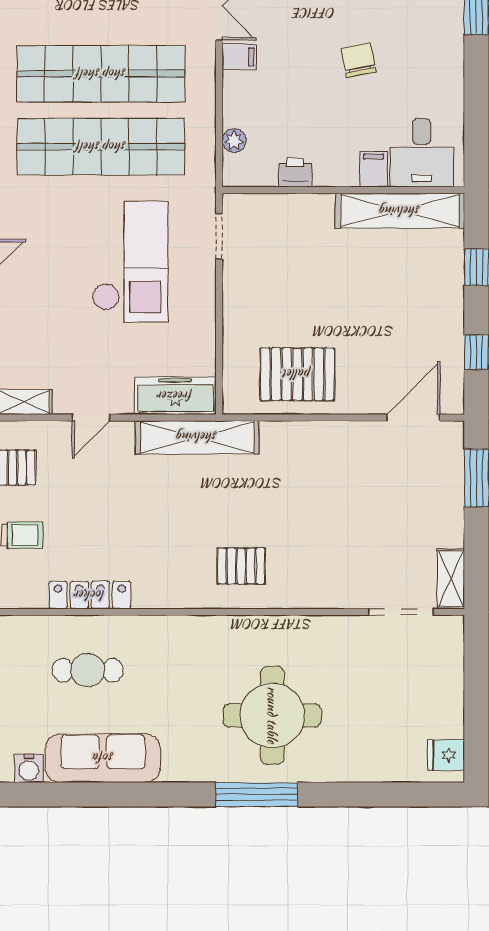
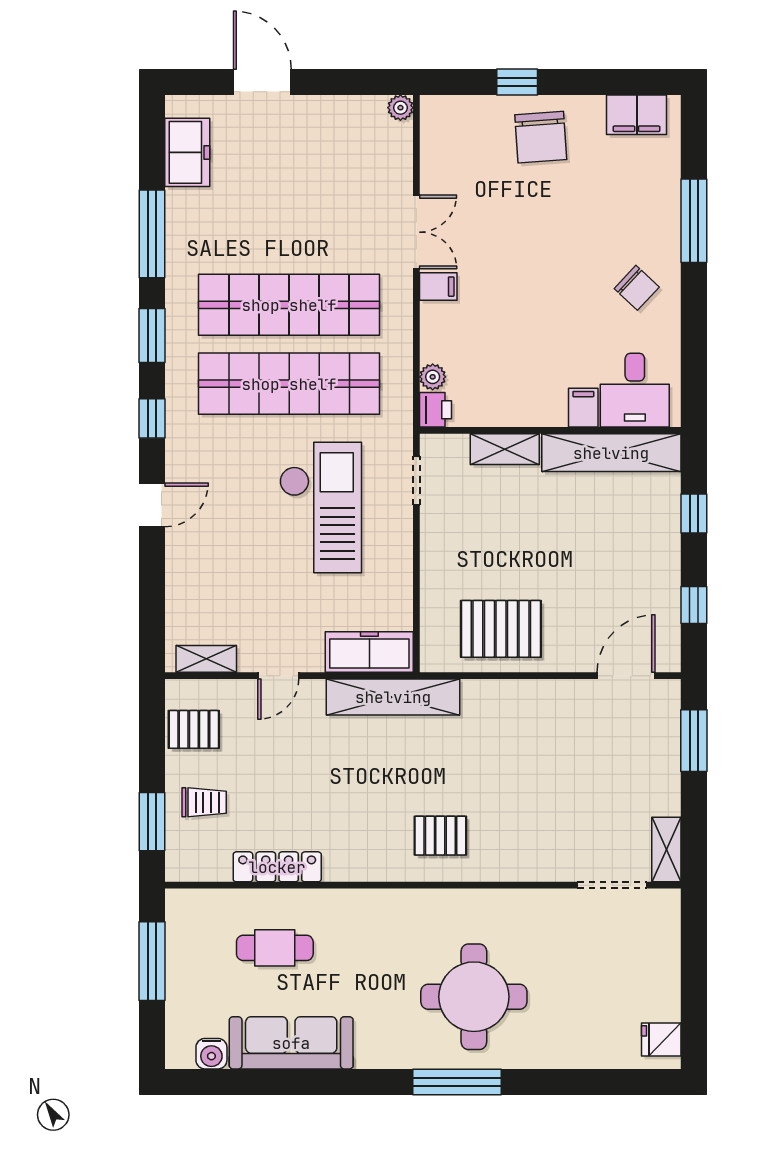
chair: (358, 60) -> (637, 288), moved, turned 144
printer: (295, 172) -> (436, 410), moved, turned 90
shelving: (301, 207) -> (505, 449), added

